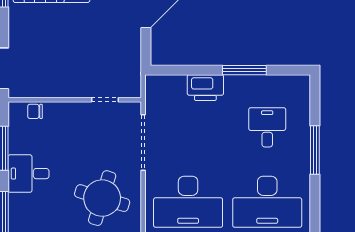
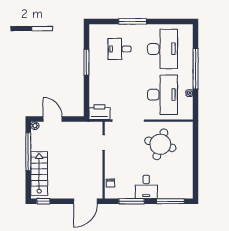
printer: (205, 88) -> (99, 112), moved, turned -90

